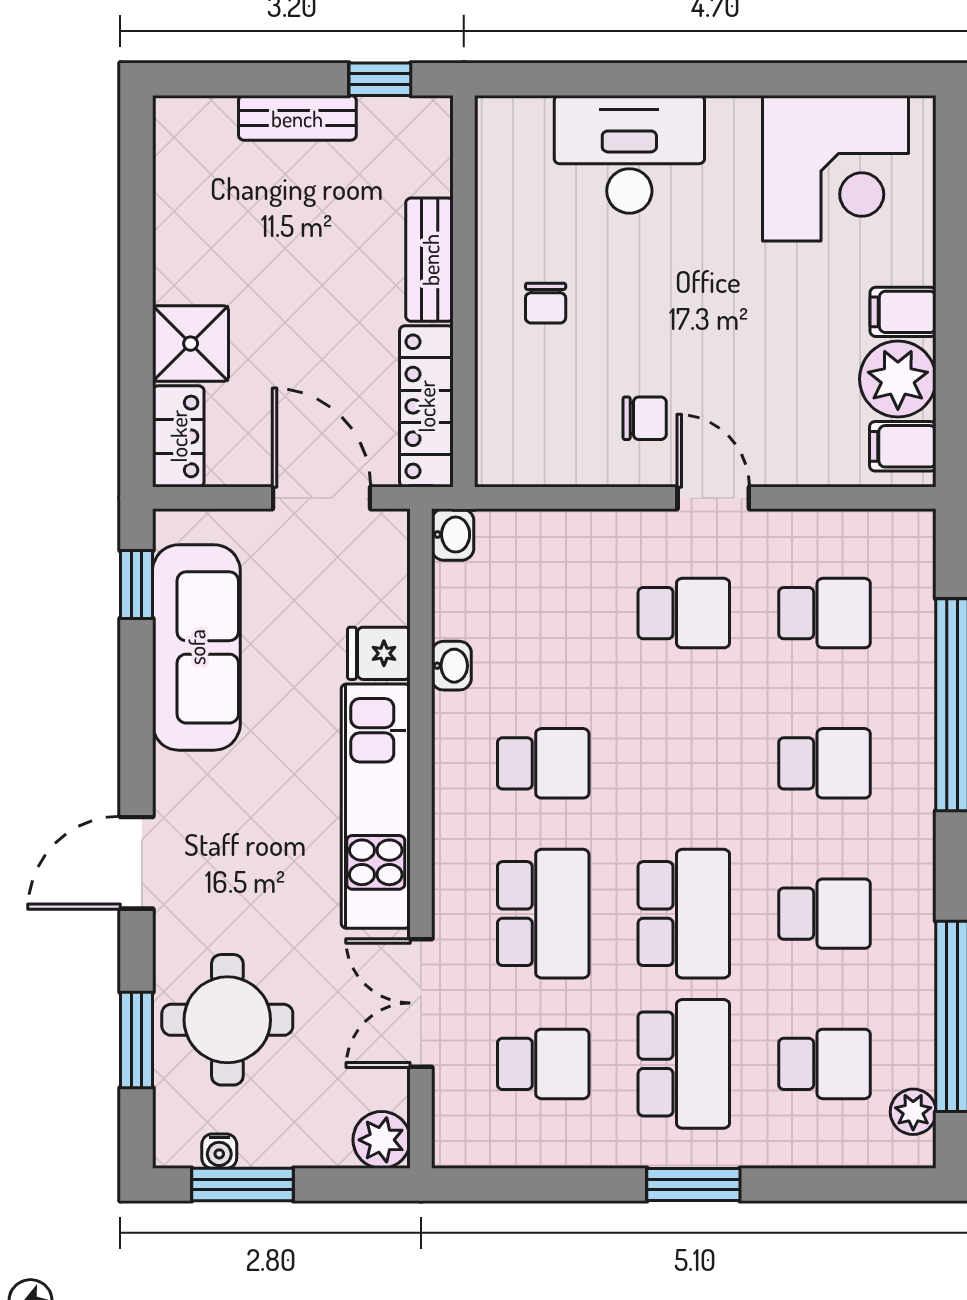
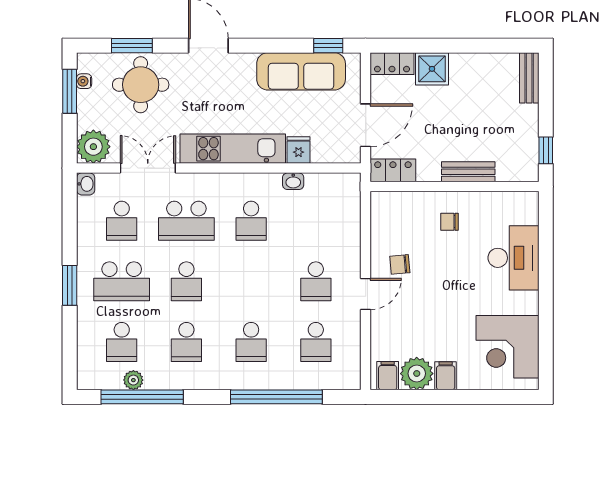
bench: (297, 118) -> (529, 78), moved
locker: (426, 406) -> (393, 170), width x0.66
chair: (645, 418) -> (400, 264), turned 85
washbasin: (453, 535) -> (86, 184), moved, turned -90
school desk: (684, 914) -> (186, 281), width x0.54
plant: (913, 1112) -> (133, 380), moved
plant: (382, 1140) -> (93, 147), width x1.36, depth x1.36

